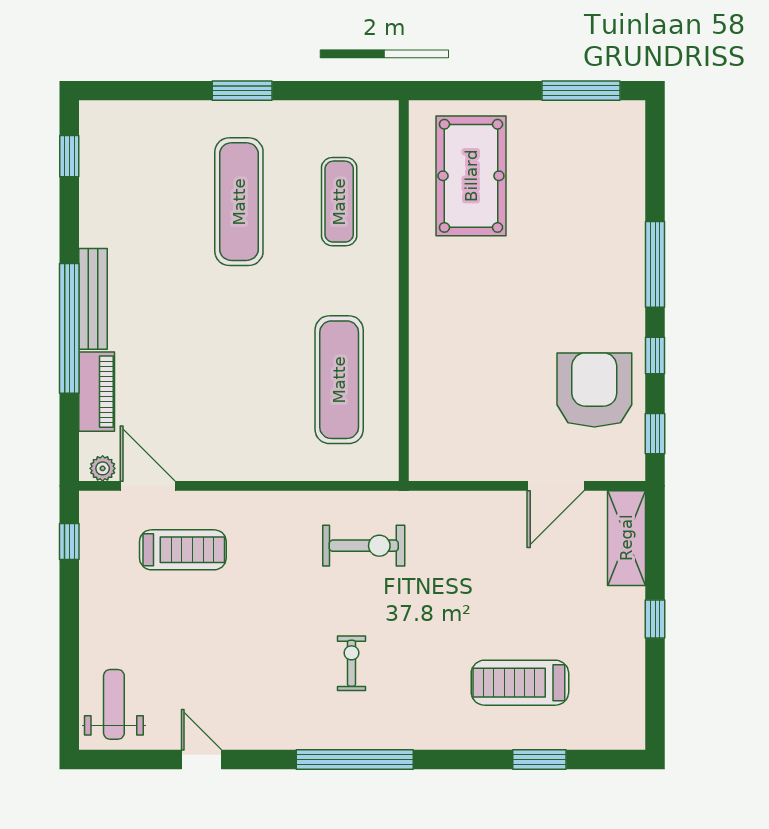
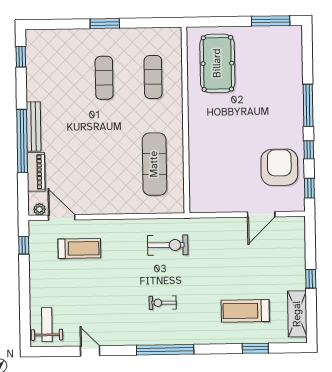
exercise mat: (239, 202) -> (104, 78), width x0.73, depth x0.69
shelving: (626, 538) -> (297, 314), moved
exercise bike: (351, 663) -> (163, 303), turned -90

